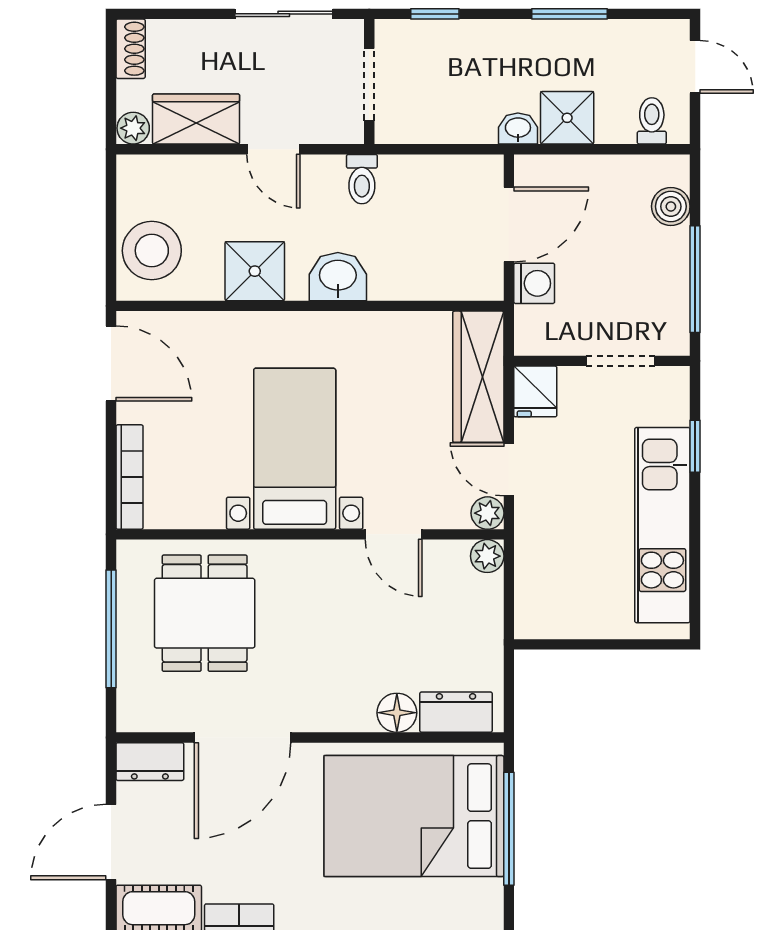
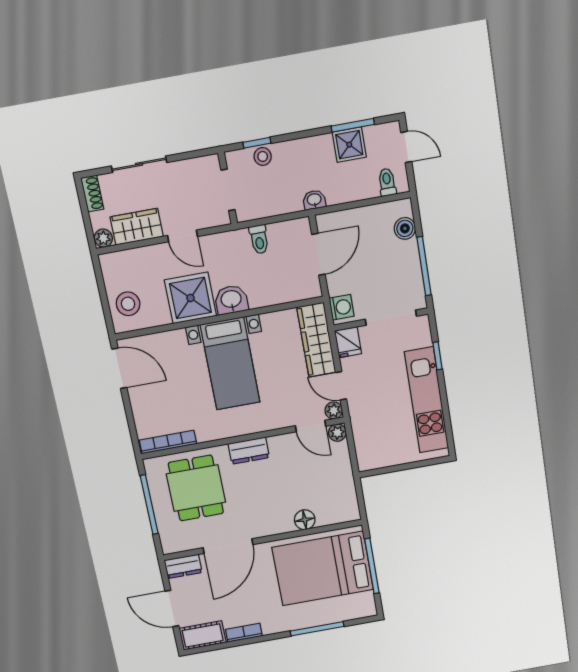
sliding door: (284, 14) -> (139, 164), moved
window: (570, 14) -> (353, 125), moved
stool: (441, 39) -> (263, 156), added
shower: (567, 118) -> (349, 145), moved
toilet: (362, 179) -> (259, 239), moved
stool: (152, 251) -> (128, 304), width x0.73, depth x0.73
shower: (255, 271) -> (190, 298), width x1.36, depth x1.36
washing machine: (534, 283) -> (342, 307), moved
doorway: (621, 361) -> (391, 318), width x1.38
bed with nightstands: (295, 449) -> (230, 364), moved, turned 180
bookcase: (130, 477) -> (168, 442), moved, turned -90
door: (394, 534) -> (311, 426), moved
dresser: (456, 712) -> (249, 451), moved, turned 180
door: (111, 842) -> (172, 608), hinge flipped

